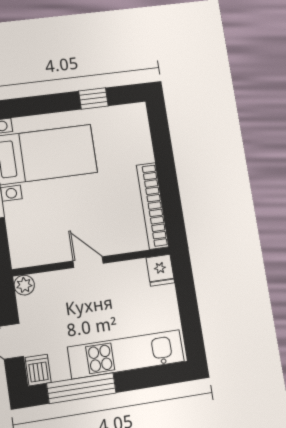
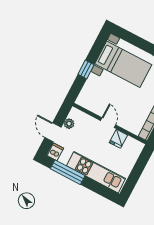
fridge: (160, 270) -> (118, 139), moved
plant: (24, 285) -> (69, 124), moved

